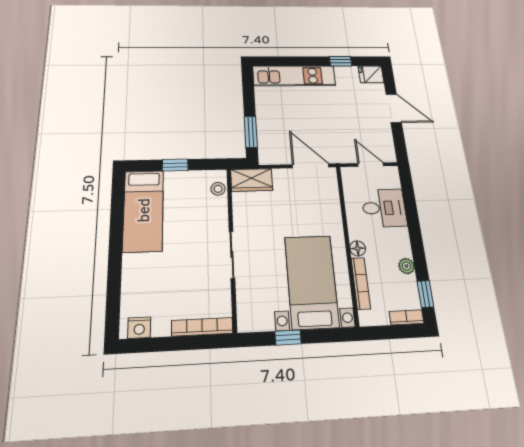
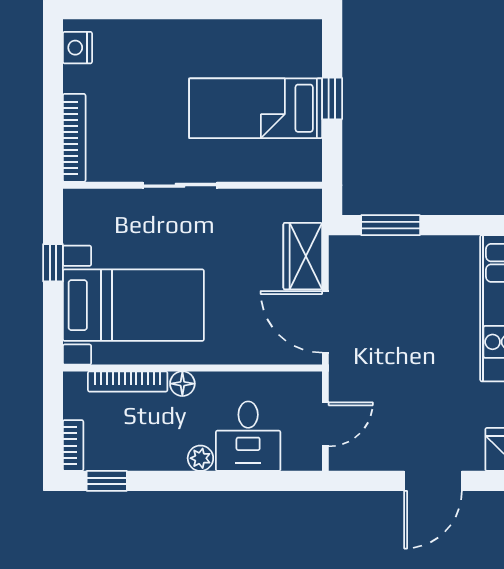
door: (311, 166) -> (325, 322), swing flipped
wardrobe: (252, 180) -> (303, 256), moved
stool: (218, 189) -> (289, 167), removed
bed: (143, 210) -> (256, 108), moved
plant: (407, 266) -> (200, 458), moved

